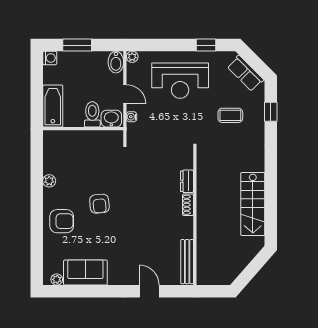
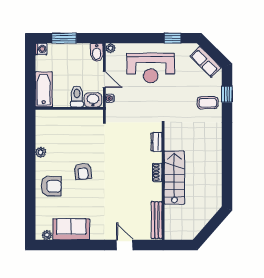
coffee table: (230, 115) -> (208, 103), moved
dresser: (187, 181) -> (156, 142), moved
stairs: (253, 204) -> (174, 178), moved, turned 180

